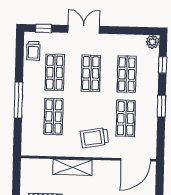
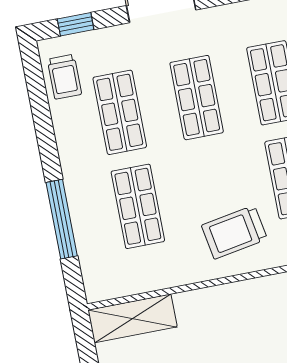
window: (18, 100) -> (62, 219), moved
shelving: (72, 167) -> (132, 318), moved

